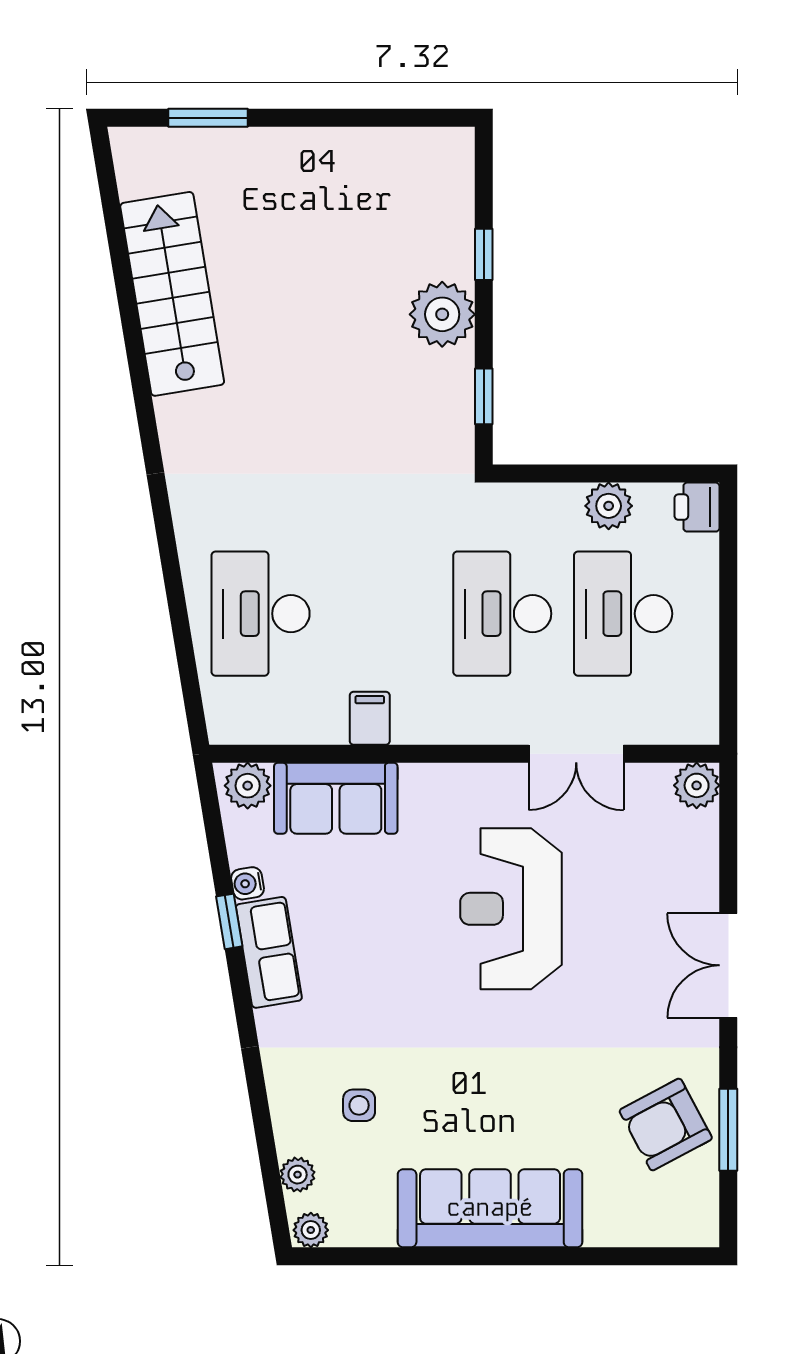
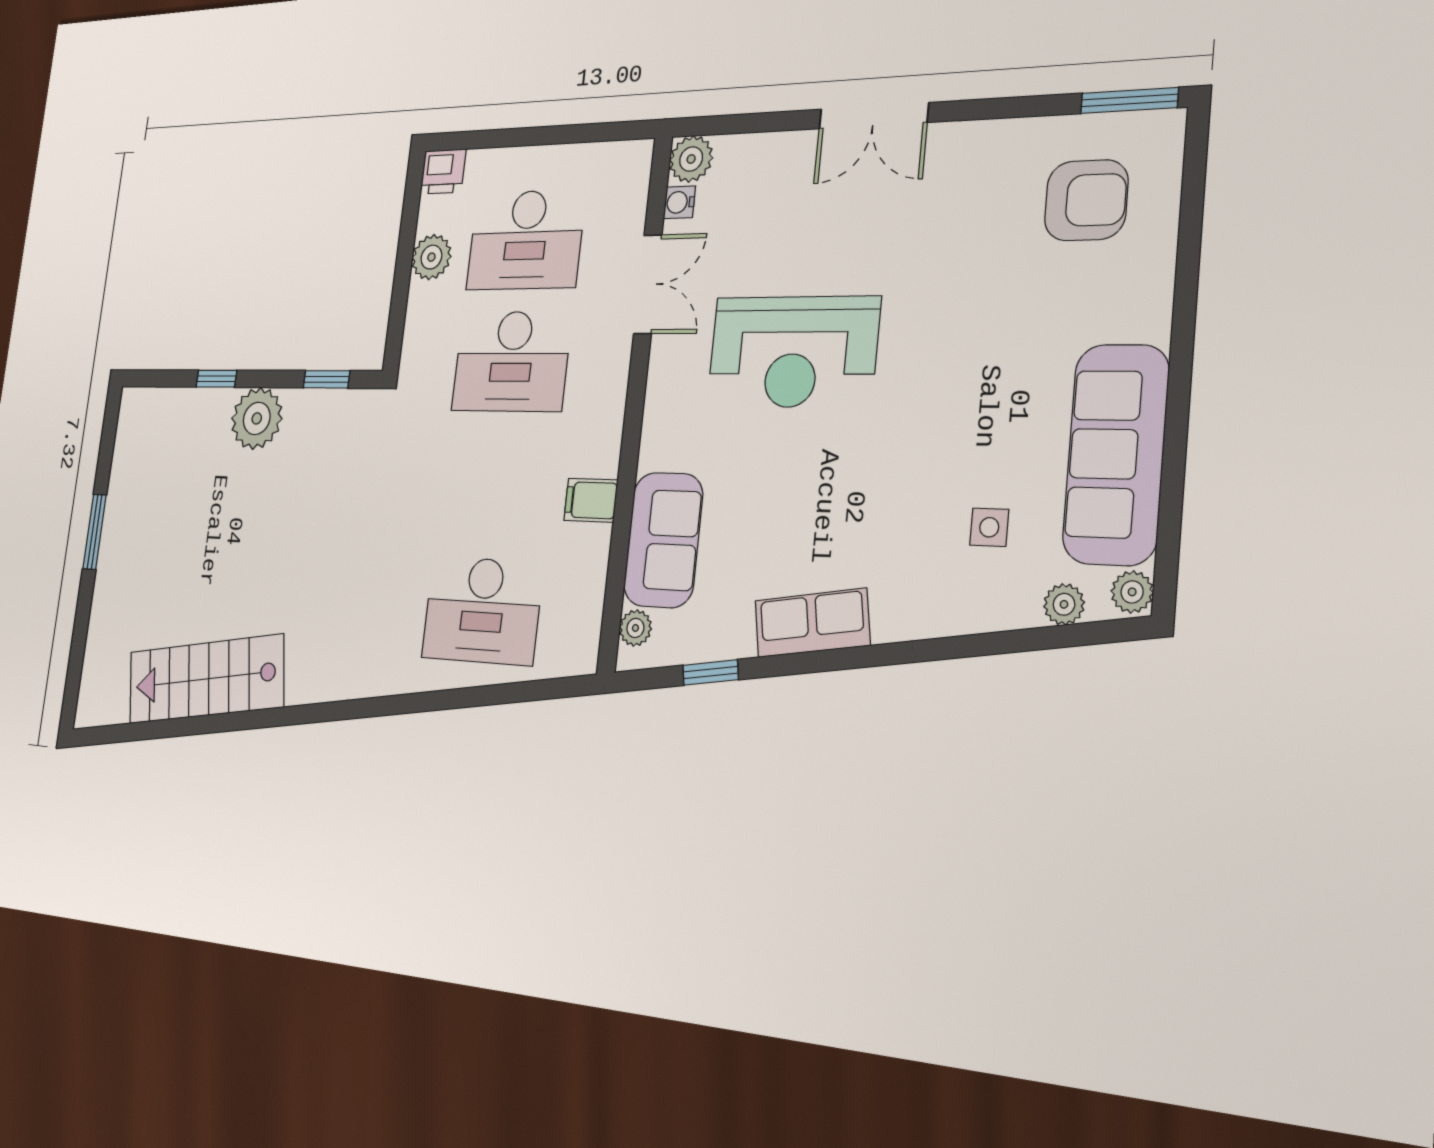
window: (208, 118) -> (95, 532), moved
plant: (248, 786) -> (635, 628), width x0.73, depth x0.73
water cooler: (248, 883) -> (679, 202), moved, turned 99
window: (229, 921) -> (710, 673), moved
armchair: (666, 1125) -> (1086, 200), moved, turned -62
window: (728, 1130) -> (1129, 100), moved
sofa: (490, 1208) -> (1116, 454), moved

